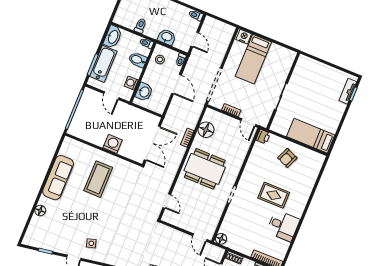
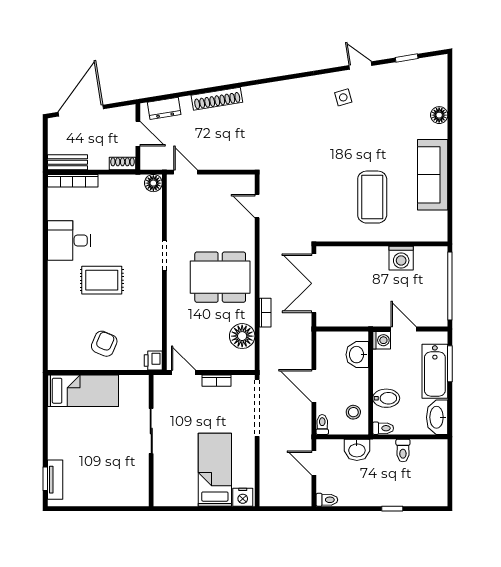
washing machine: (131, 83) -> (382, 340), moved
washing machine: (113, 144) -> (401, 258), moved

